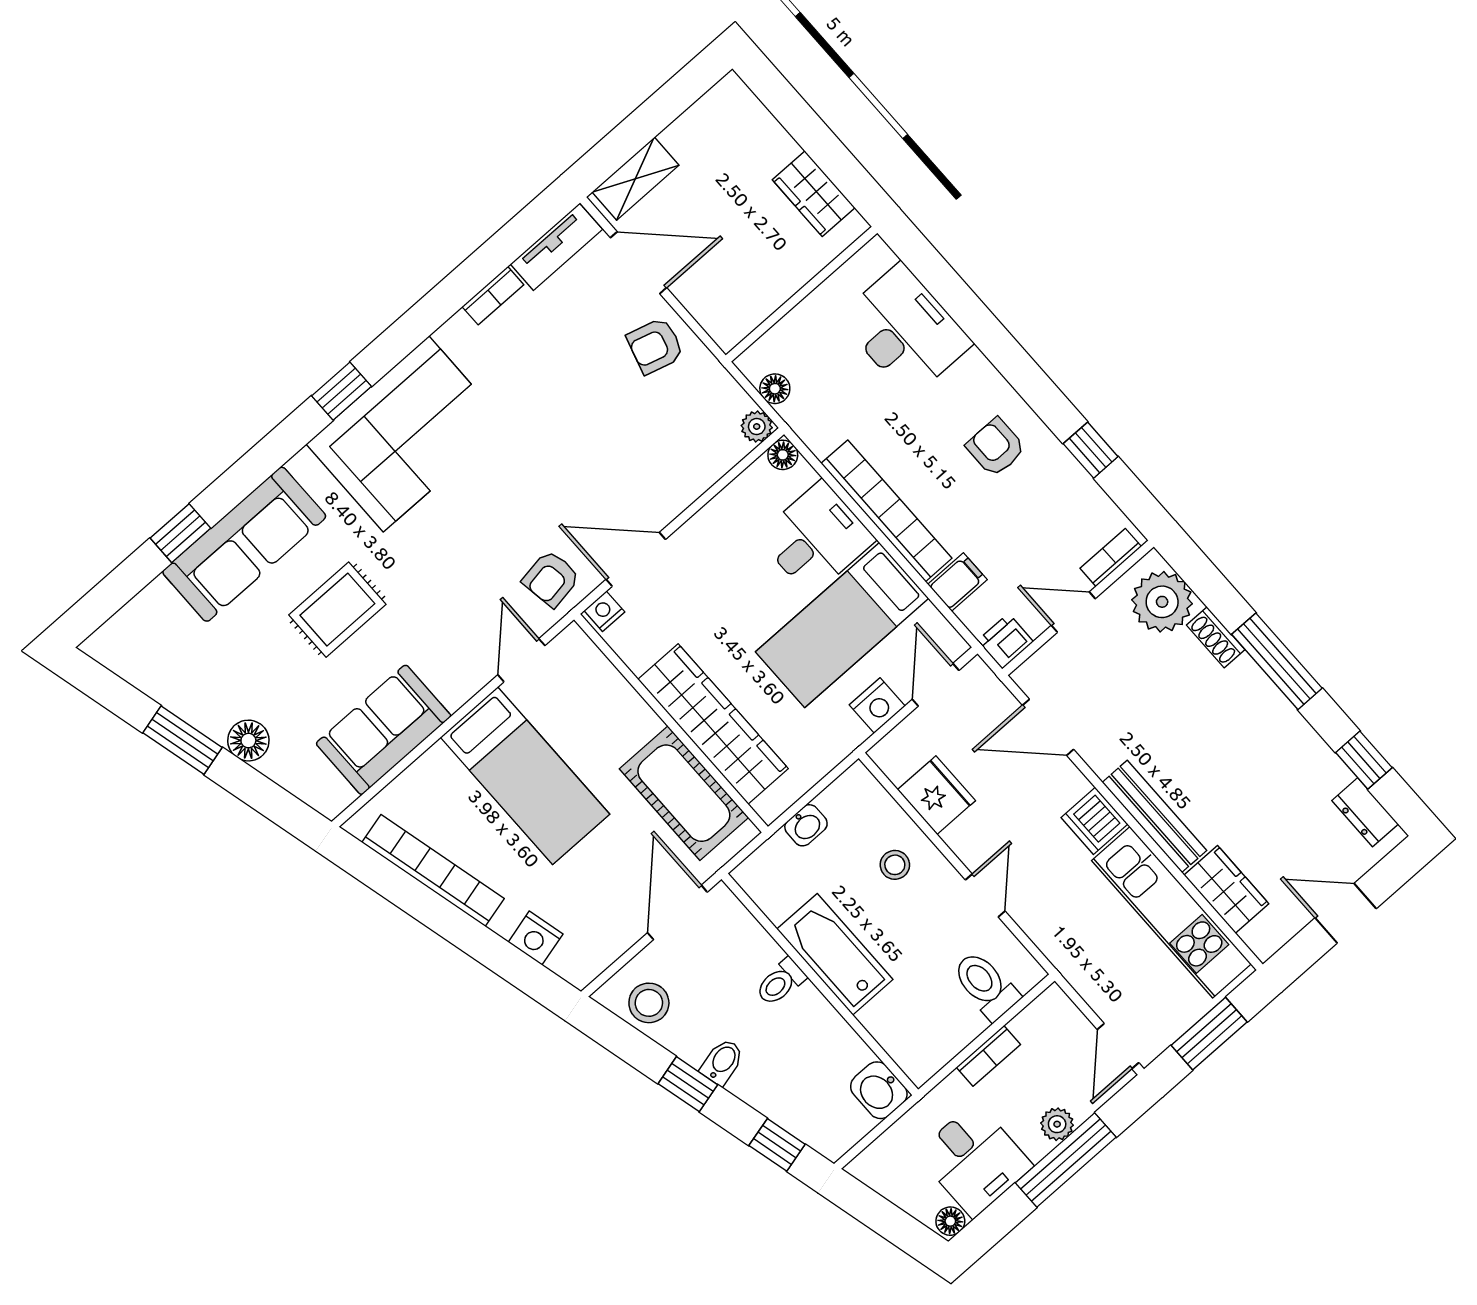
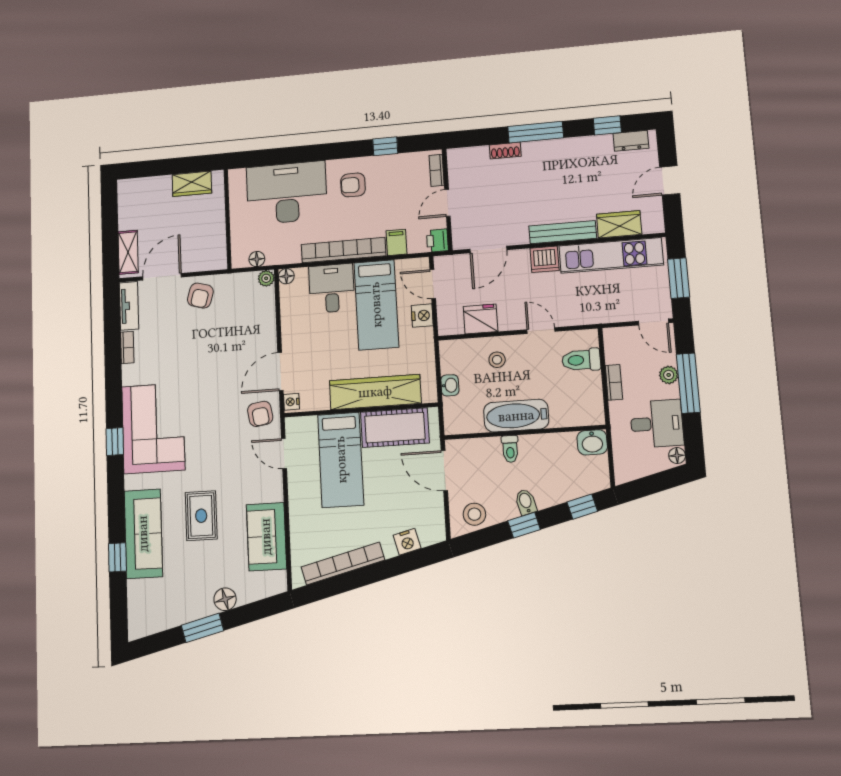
desk: (905, 330) -> (287, 193), width x1.36, depth x1.30
plant: (1162, 602) -> (472, 162), removed
bed: (525, 776) -> (341, 460), moved, turned 90

